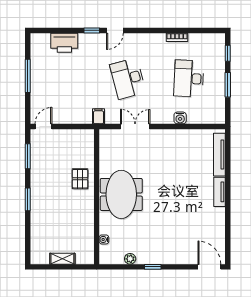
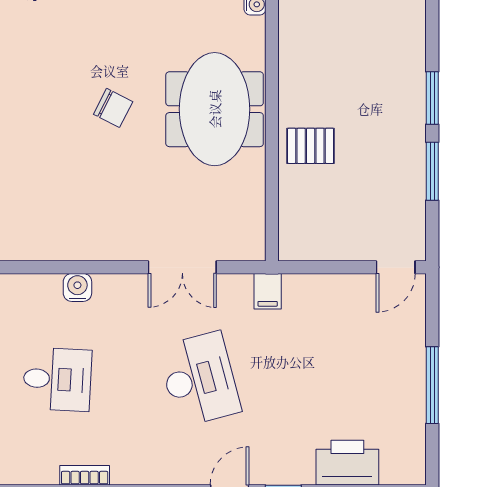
desk: (189, 78) -> (57, 379), width x0.73
window: (28, 156) -> (432, 171), moved
pallet: (80, 179) -> (311, 146), turned 90
chair: (165, 195) -> (113, 108), added

